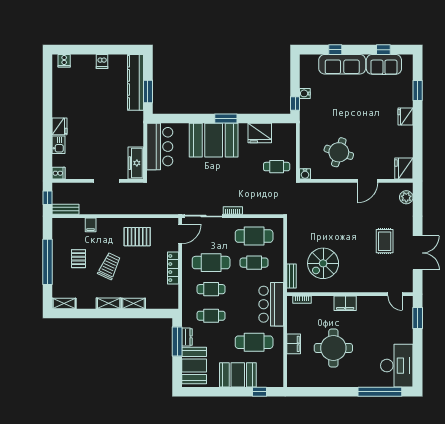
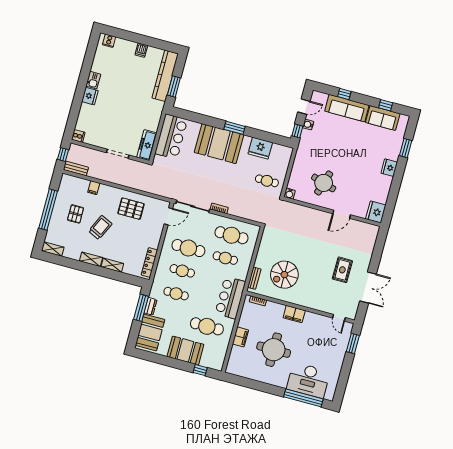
door: (295, 75) -> (304, 107), added
kitchen sink: (59, 145) -> (93, 80), moved
plant: (406, 197) -> (371, 237), removed
locker: (173, 268) -> (149, 263), moved
desk: (397, 366) -> (308, 380), moved, turned 90

